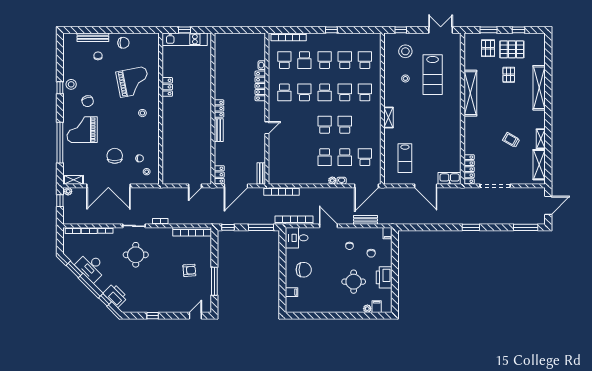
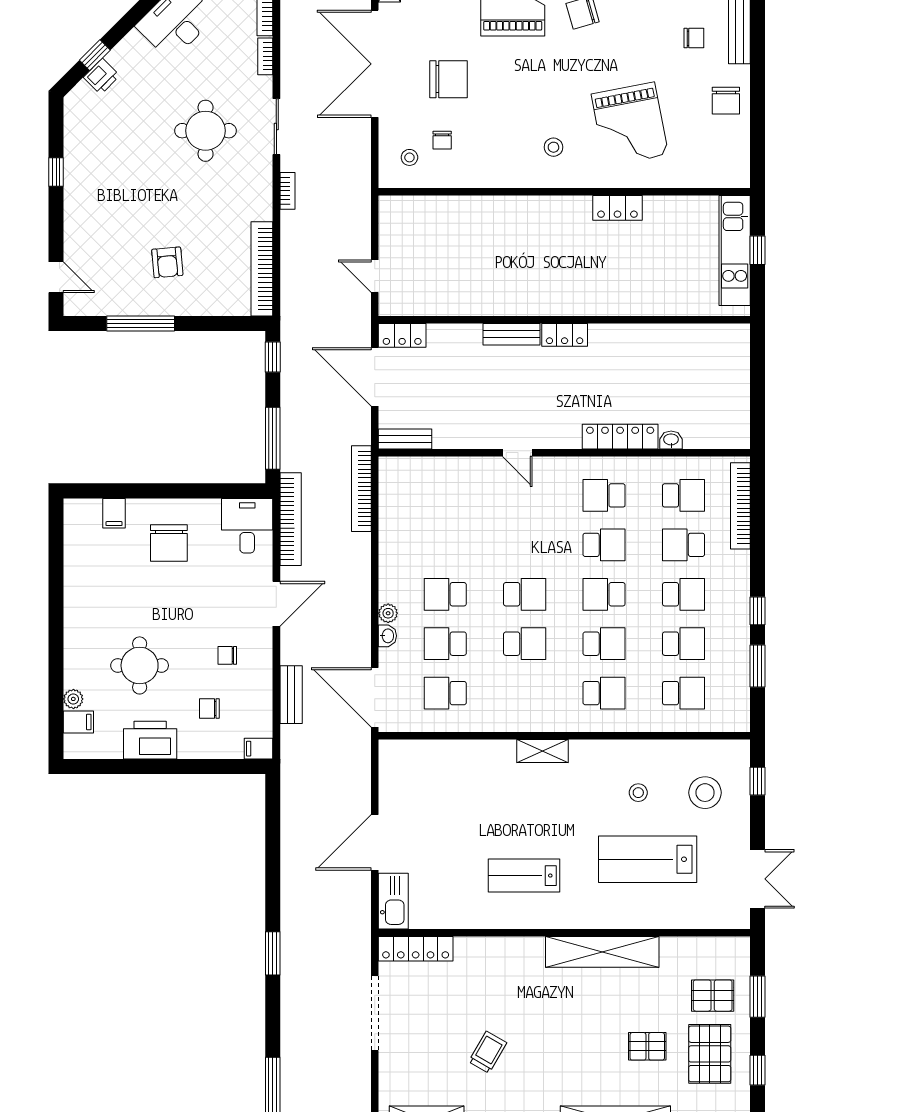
window: (354, 30) -> (758, 666), added
school desk: (365, 157) -> (445, 693), turned 180
lab bench: (405, 158) -> (524, 876), moved
printer: (115, 295) -> (102, 76), width x0.53, depth x0.68

